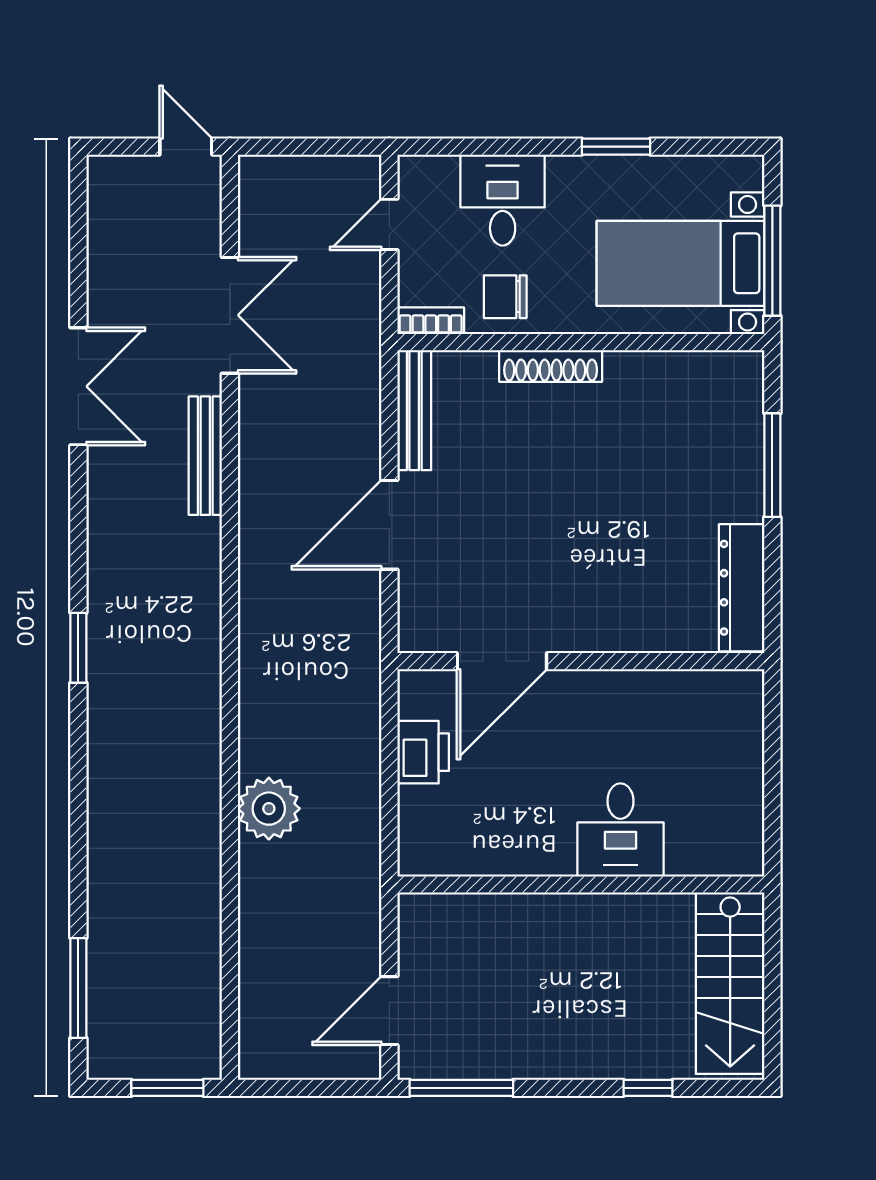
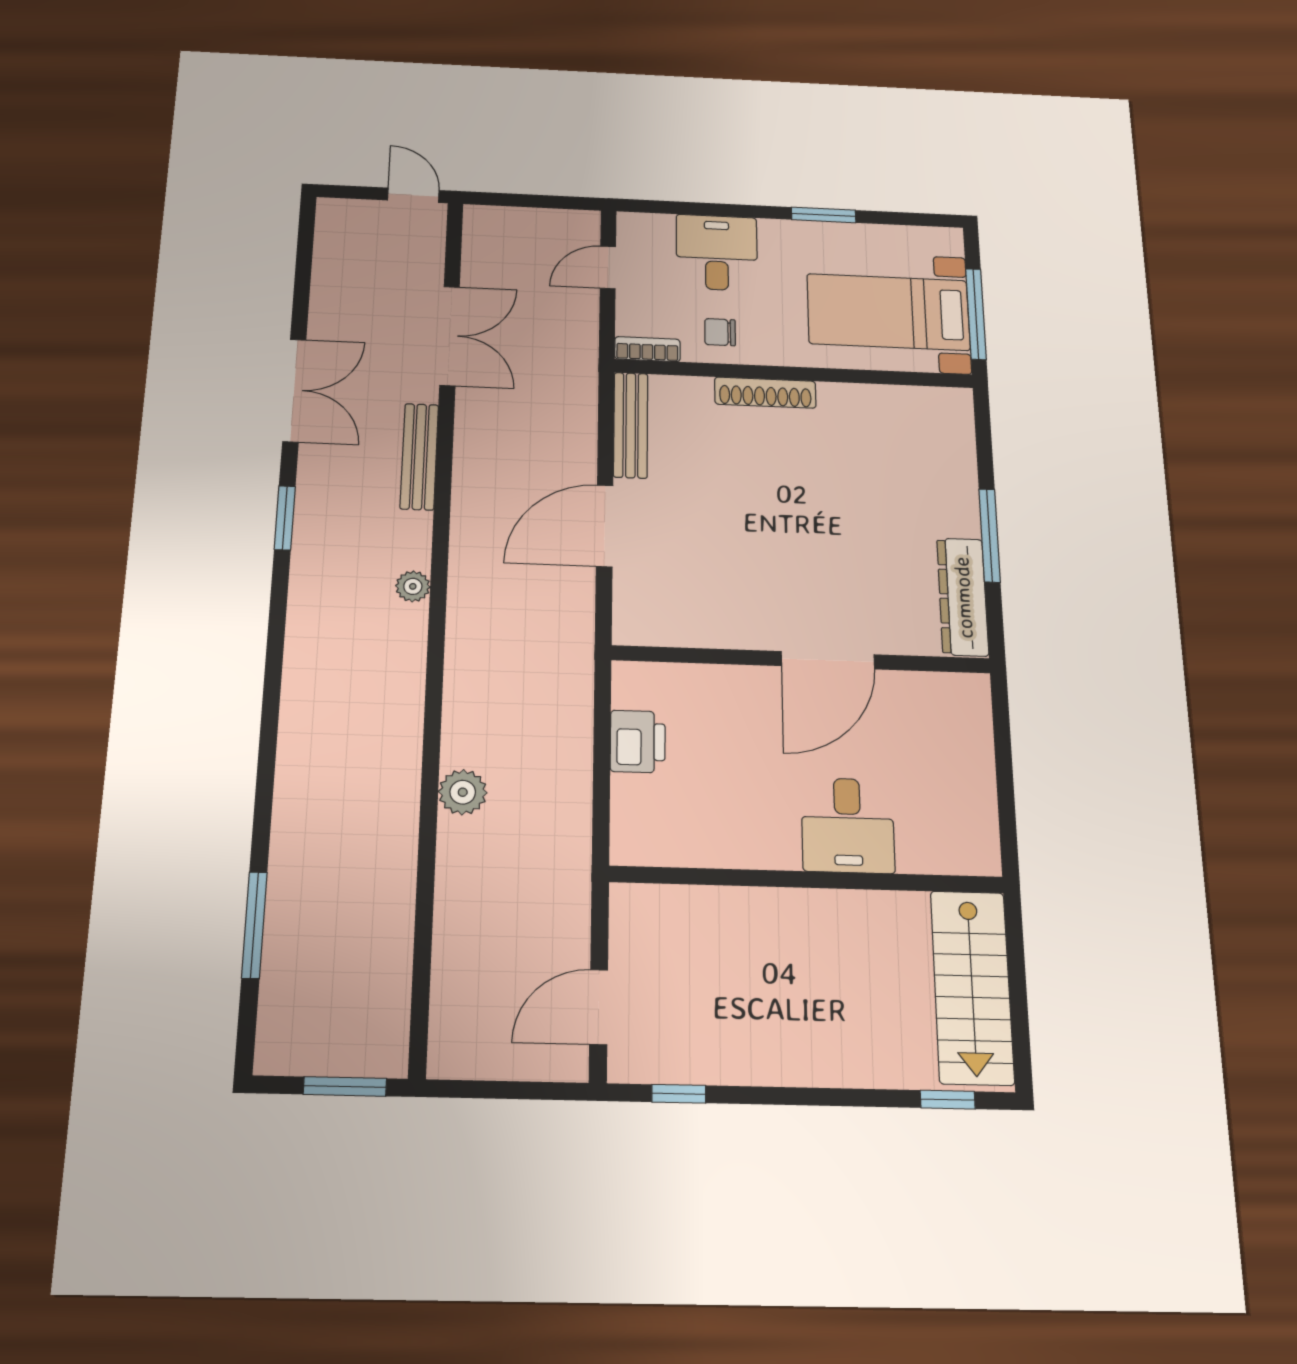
chair: (505, 297) -> (720, 332), width x0.73, depth x0.73
window: (772, 465) -> (990, 535), moved
plant: (205, 598) -> (413, 586), added
window: (78, 648) -> (285, 518), moved
door: (502, 661) -> (828, 660), moved
plant: (269, 809) -> (463, 792), width x0.73, depth x0.73
window: (78, 988) -> (254, 925), moved
window: (461, 1088) -> (679, 1094), width x0.46
window: (648, 1088) -> (948, 1100), moved

